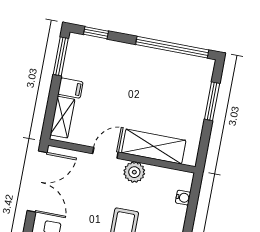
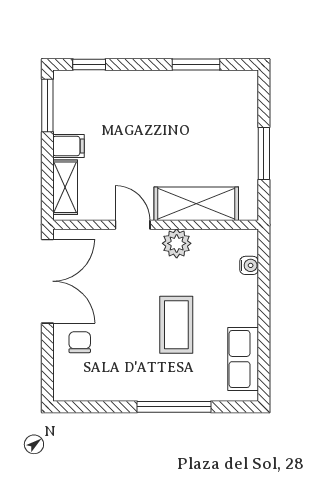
window: (172, 47) -> (196, 65), width x0.47
window: (212, 101) -> (264, 154), moved
door: (105, 153) -> (133, 225), hinge flipped

